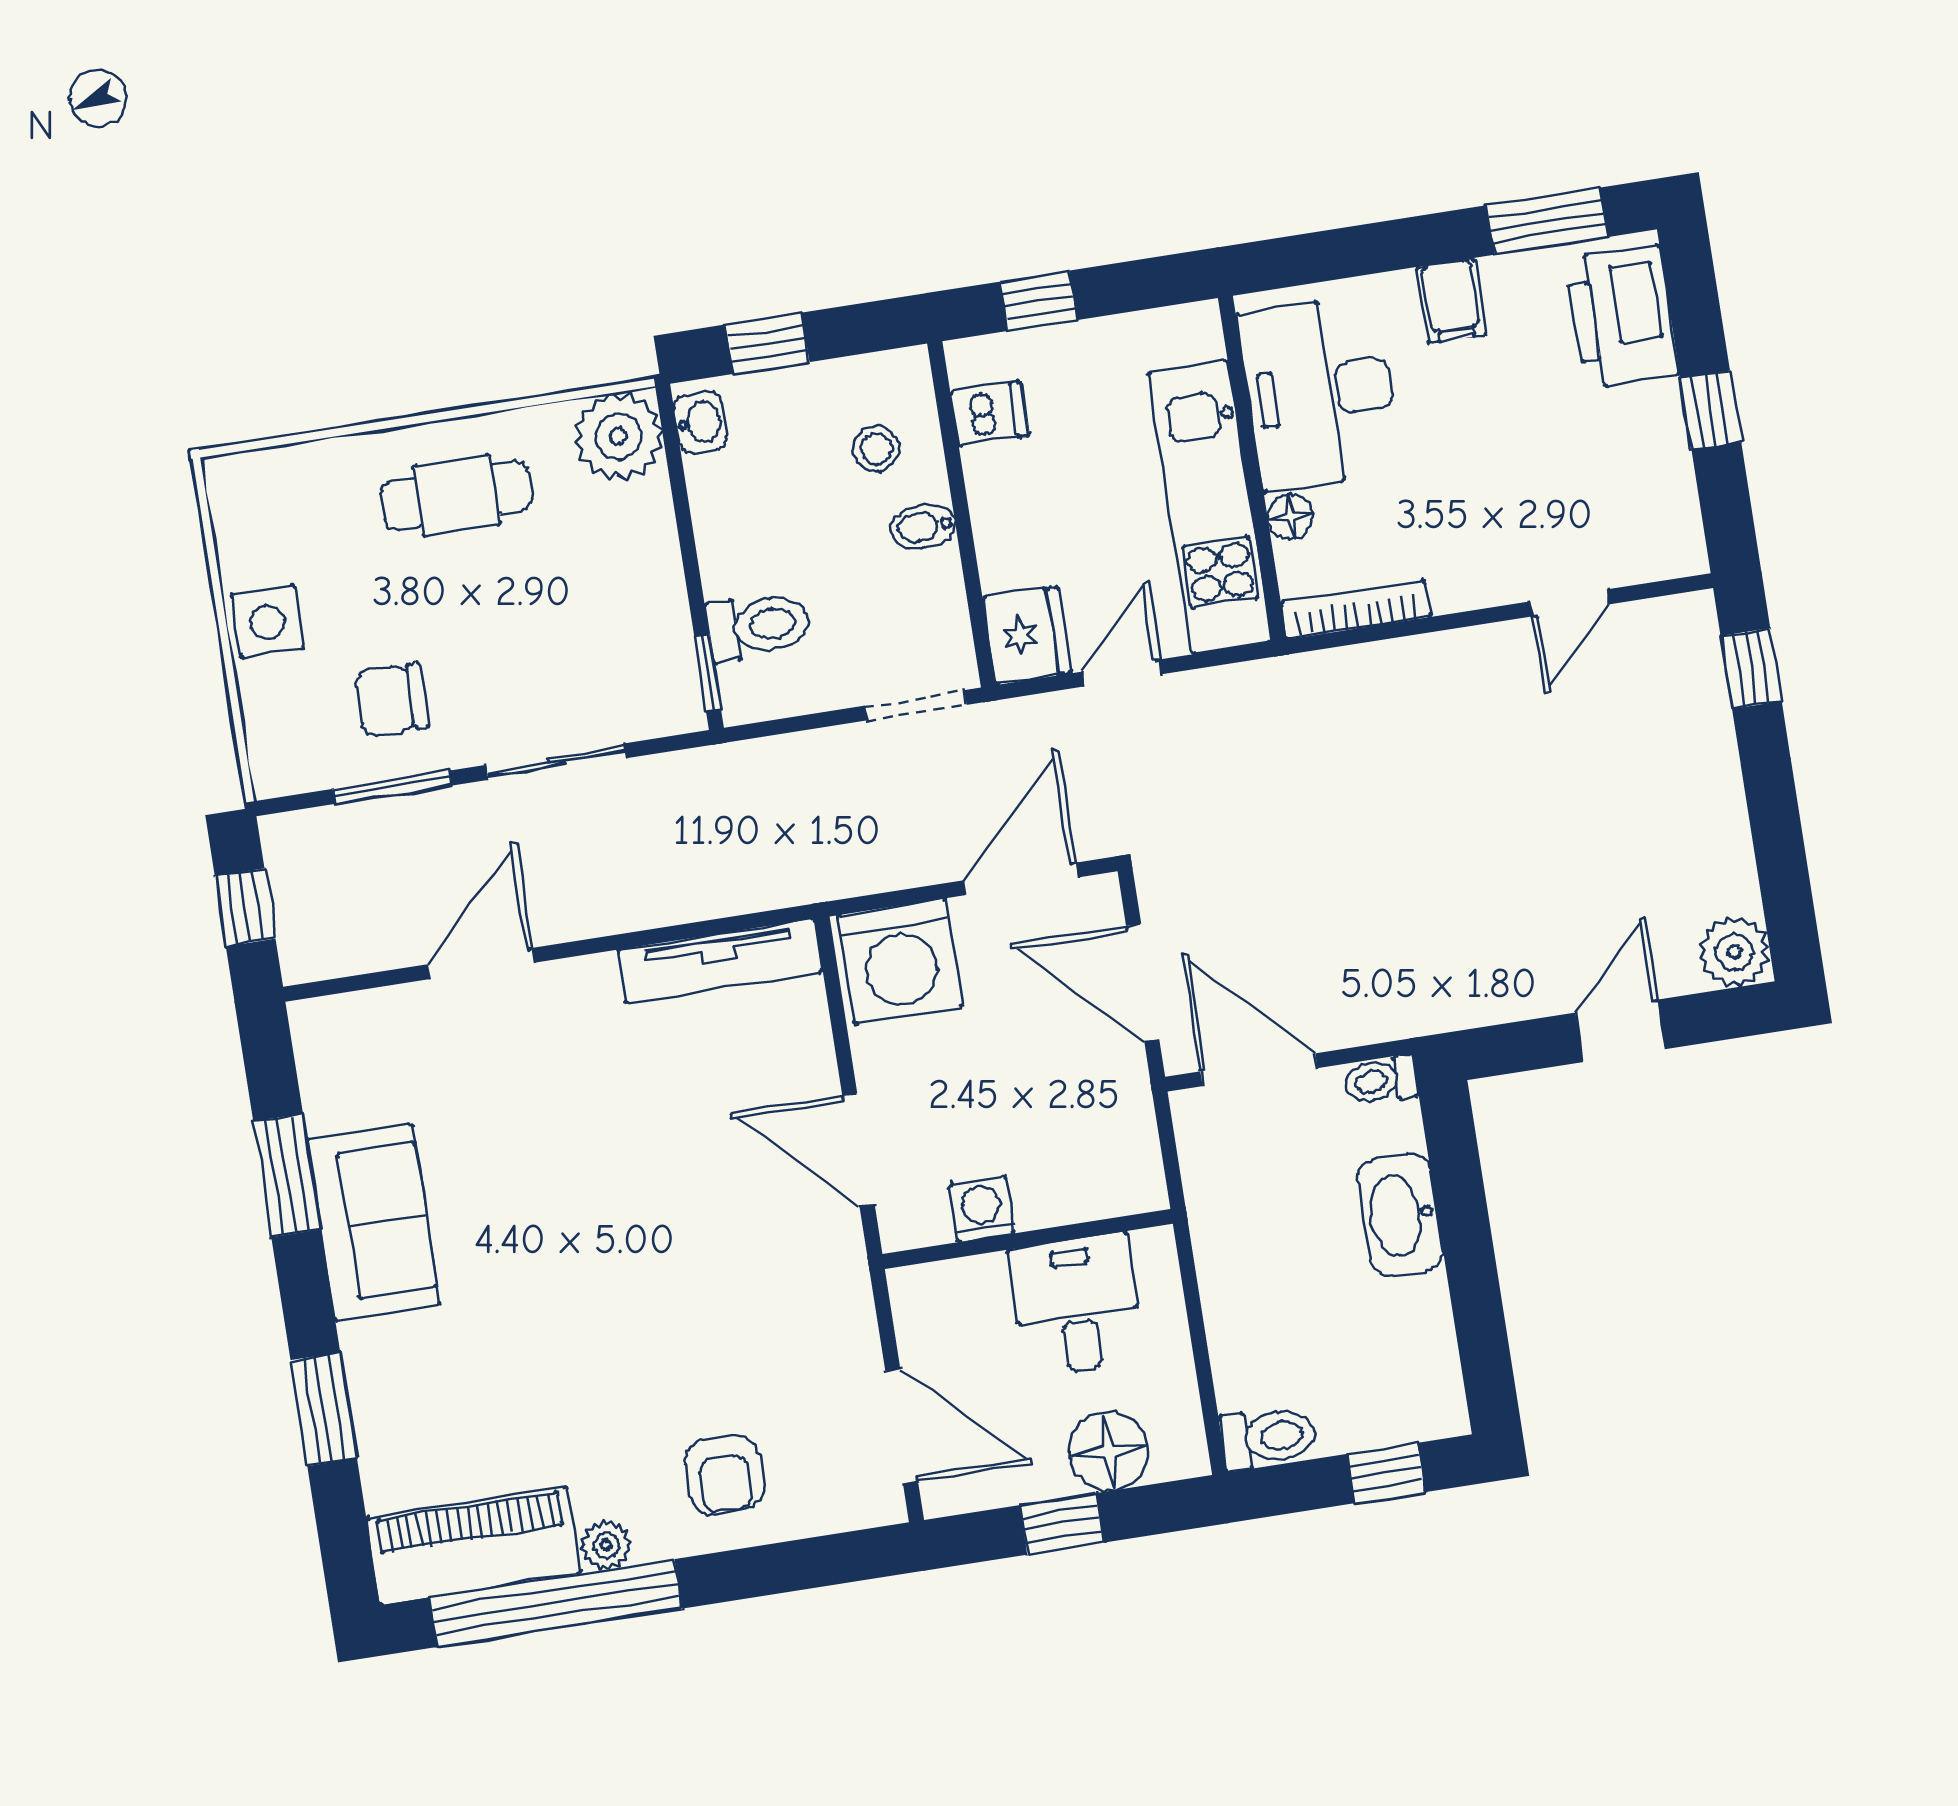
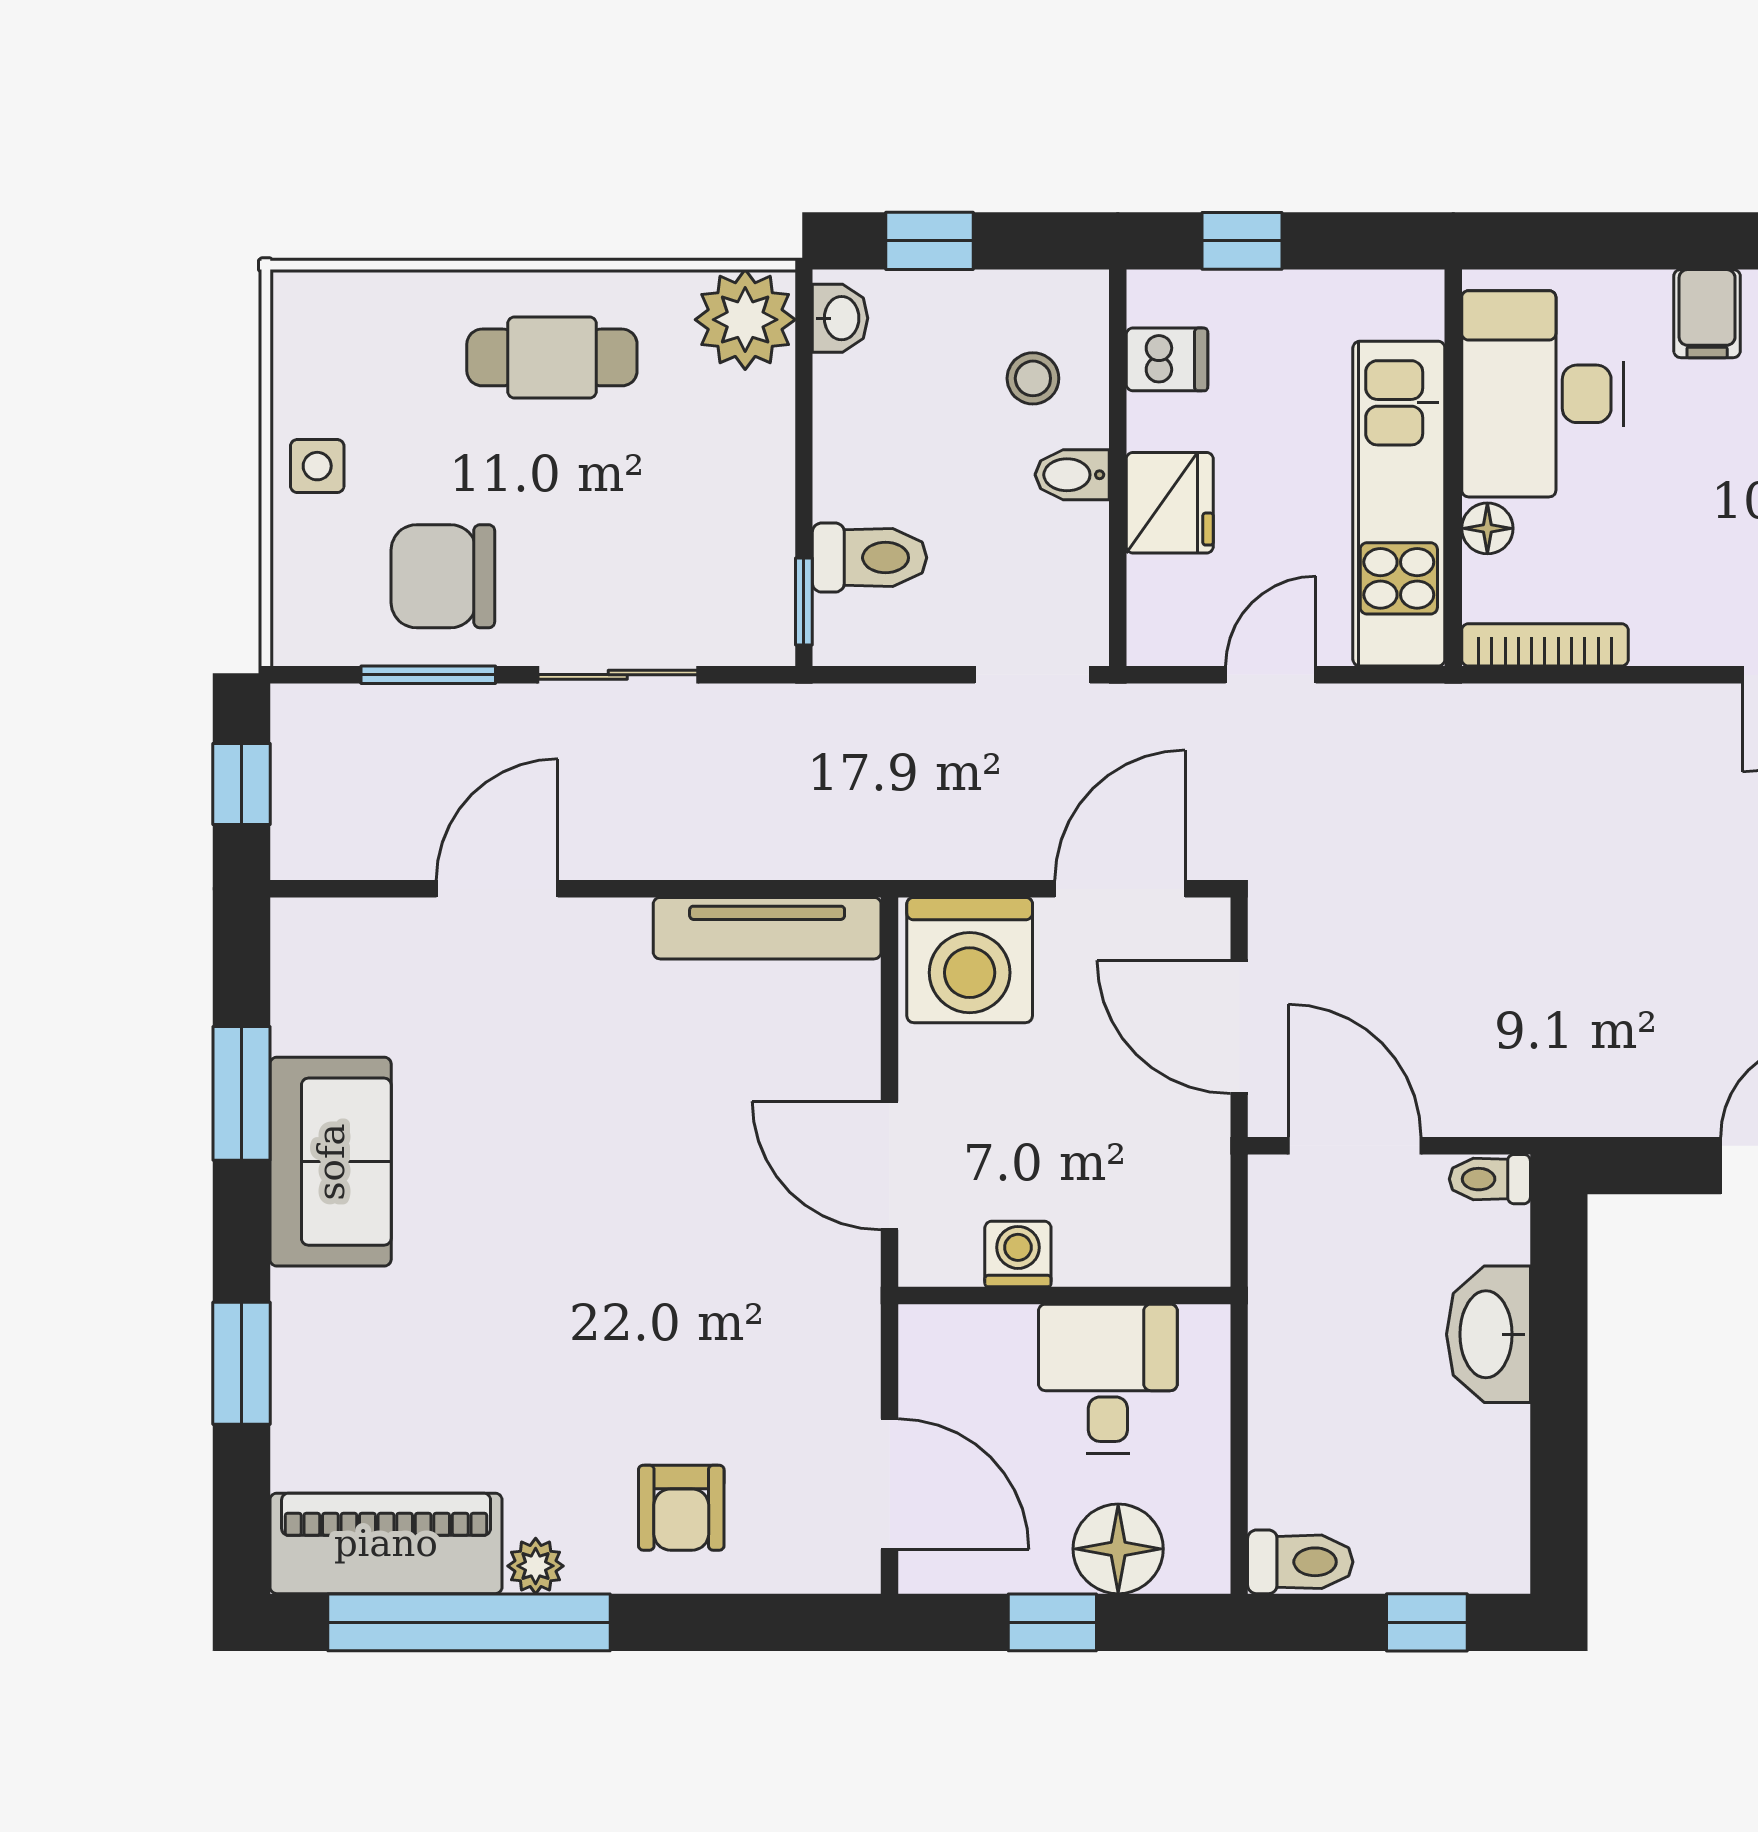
side table: (268, 621) -> (317, 466), width x0.73, depth x0.73
fridge: (1027, 635) -> (1170, 503), moved
chair: (391, 700) -> (443, 576), width x1.37, depth x1.37

